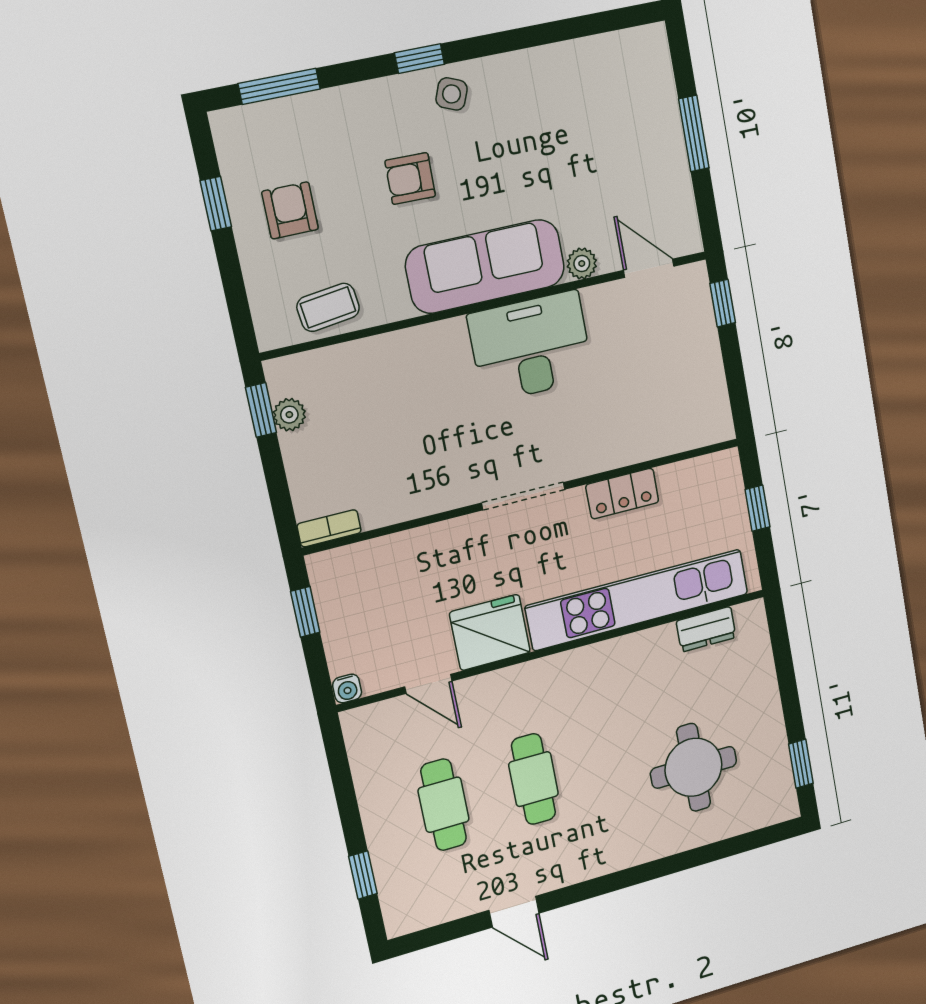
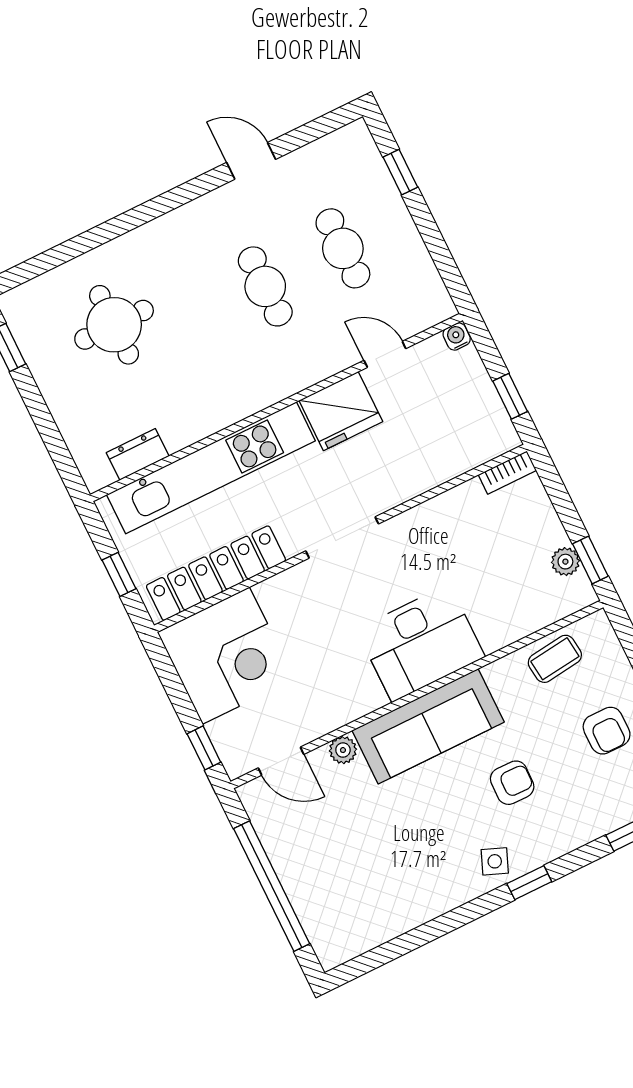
window: (694, 134) -> (272, 886), width x2.11
desk: (531, 347) -> (421, 643), moved
corner desk: (675, 397) -> (226, 656), added
locker: (622, 494) -> (216, 573), width x2.16, depth x1.21

